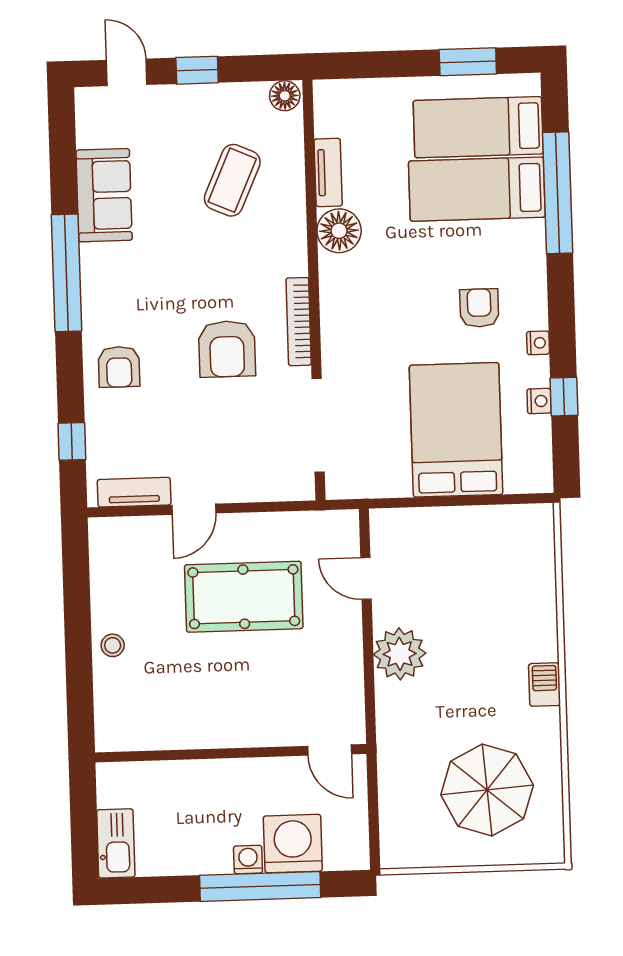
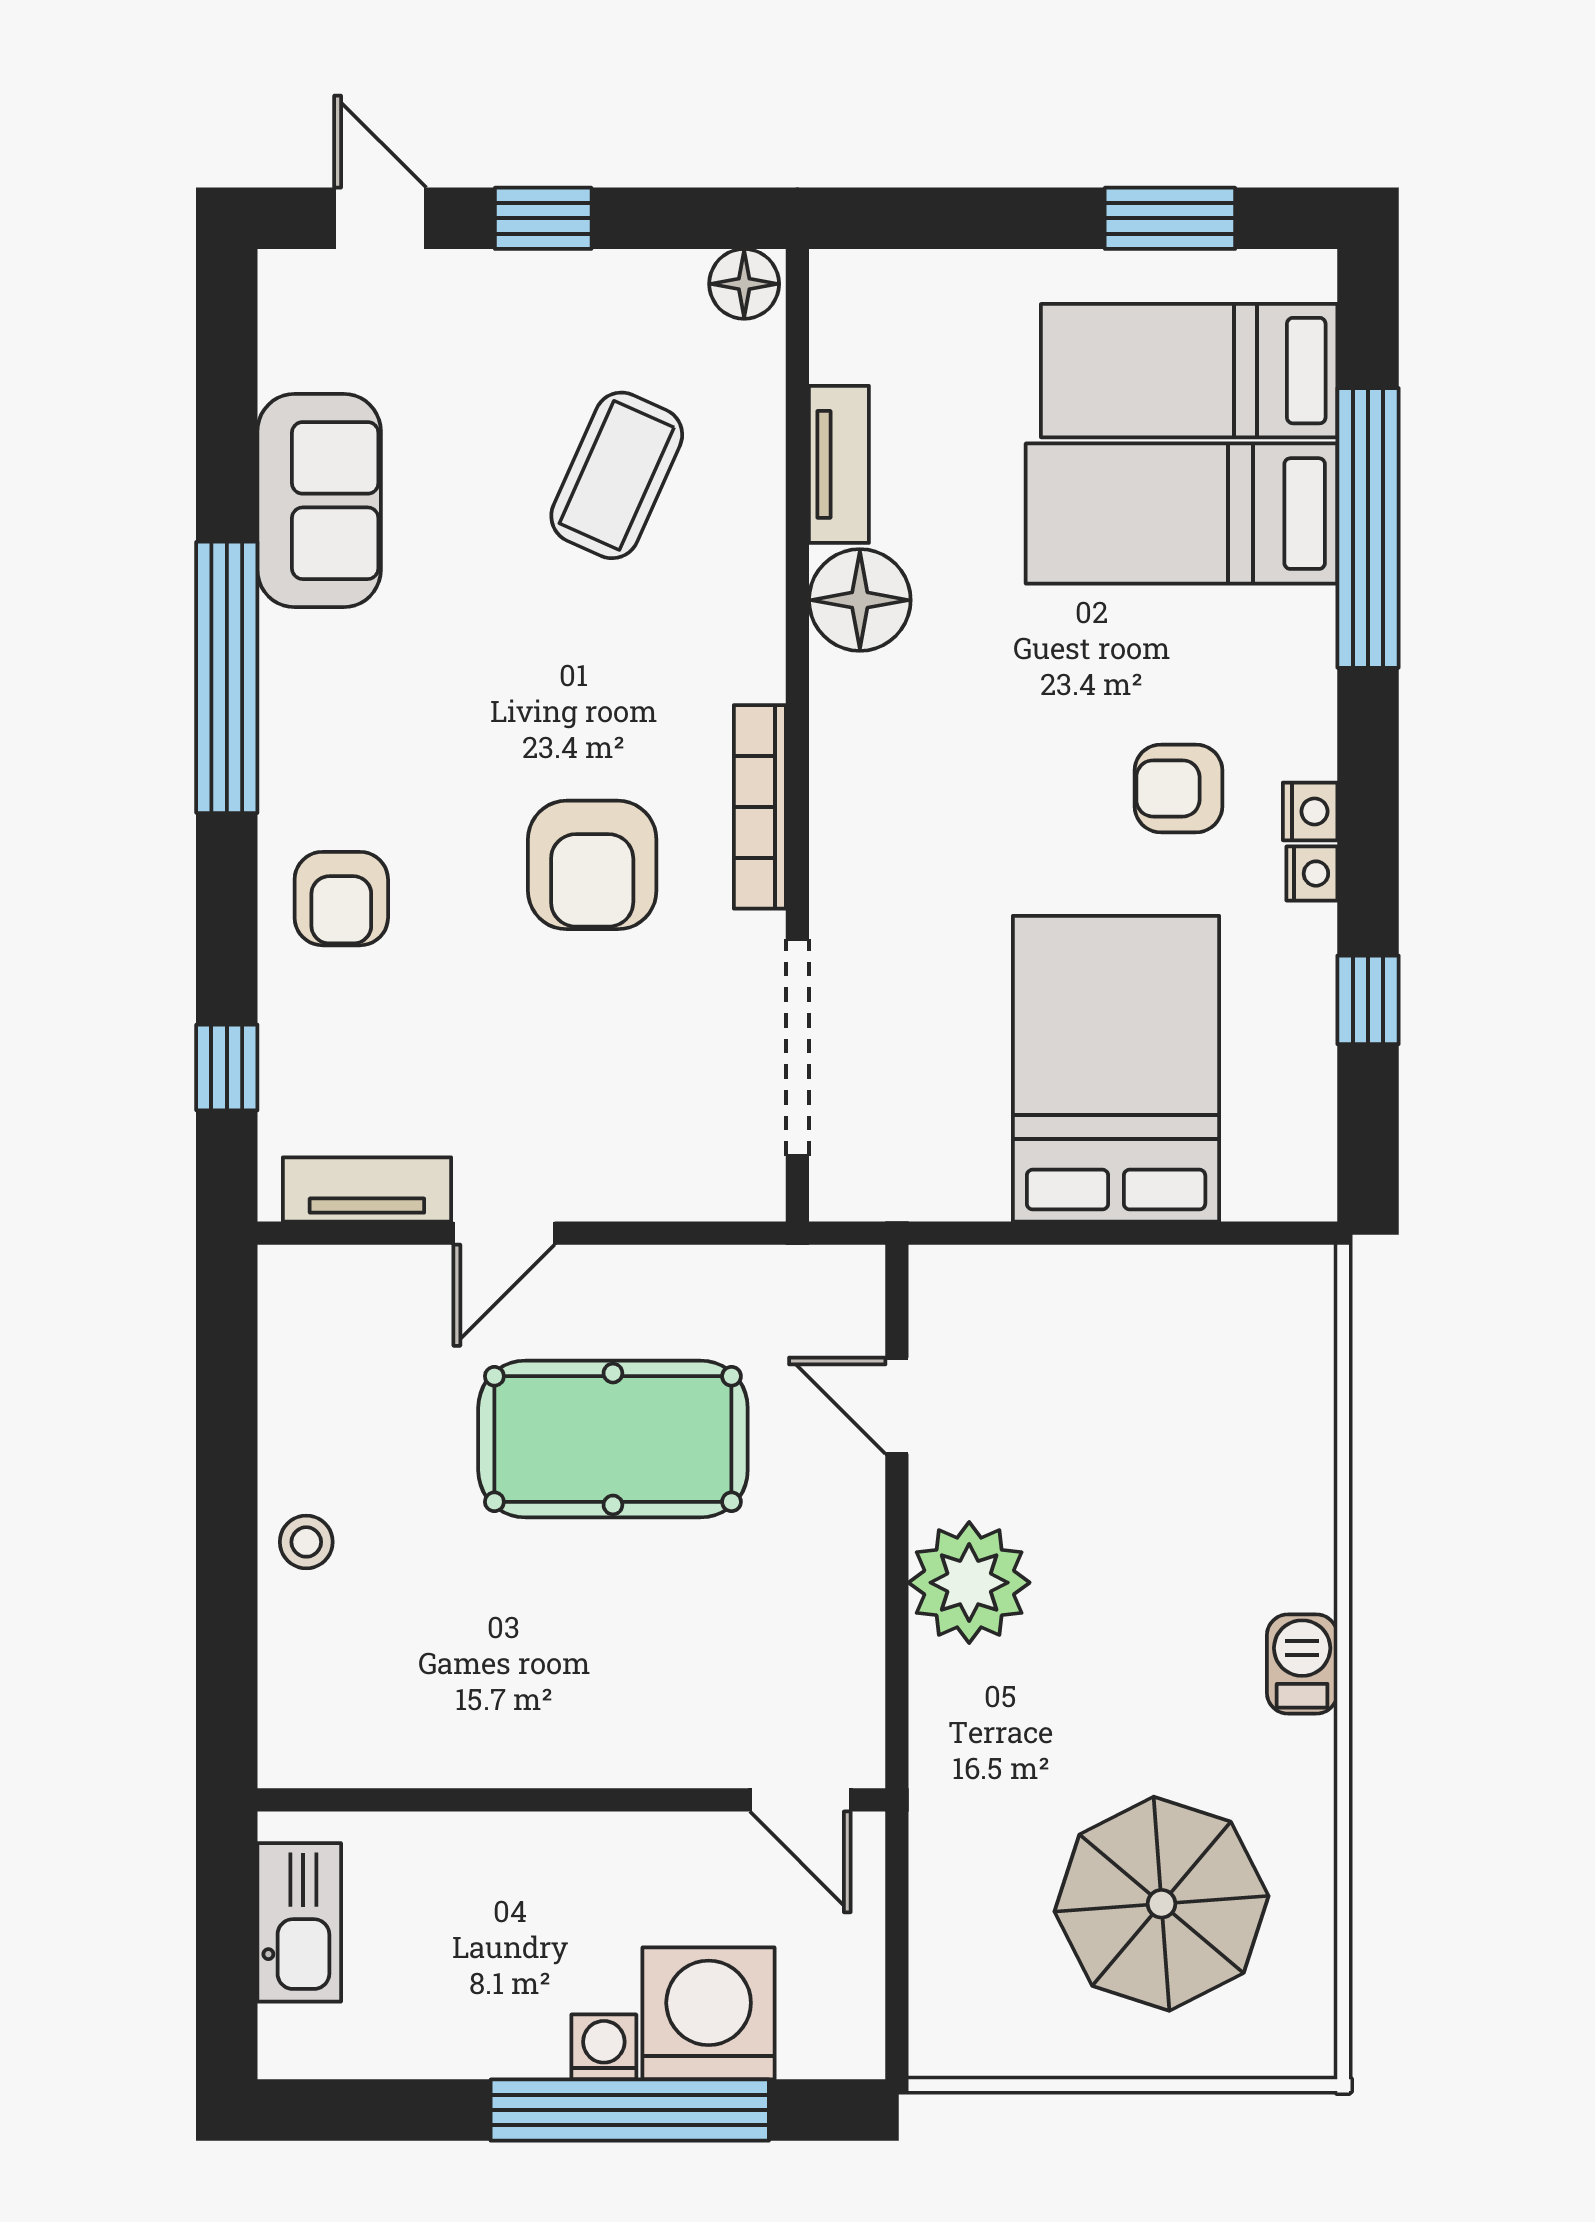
armchair: (479, 308) -> (1178, 788), turned -90
nightstand: (539, 401) -> (1310, 811), moved
kitchen sink: (116, 843) -> (299, 1922), moved

